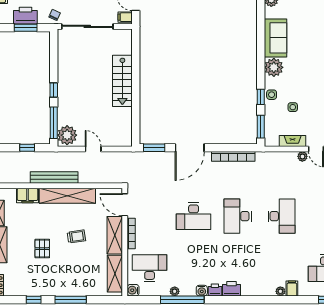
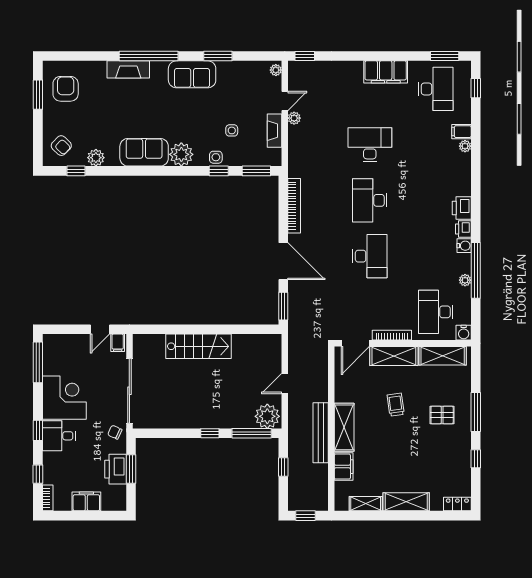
shelving: (67, 196) -> (344, 427), width x0.68
desk: (238, 216) -> (370, 200), turned 90
pallet: (42, 249) -> (442, 415), moved

